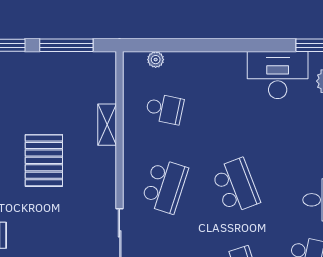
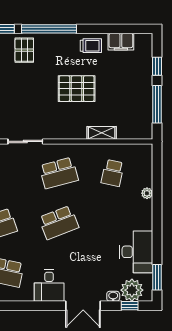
plant: (156, 60) -> (147, 193), moved
school desk: (165, 186) -> (59, 173), turned -33

